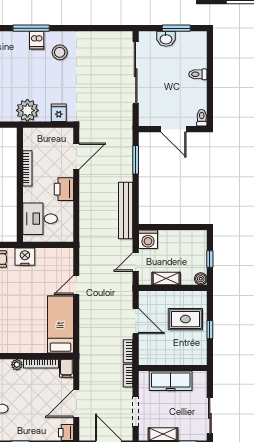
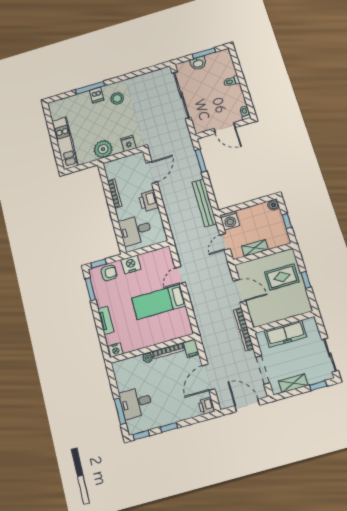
boiler: (201, 279) -> (273, 205), moved
bed: (60, 325) -> (159, 302), moved, turned -90

